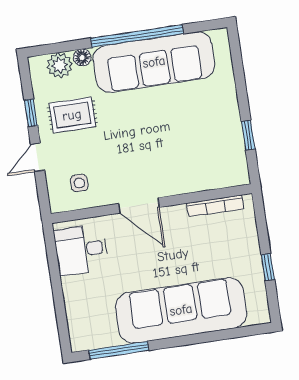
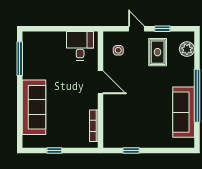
floor lamp: (82, 58) -> (189, 63), removed
sofa: (154, 62) -> (184, 112), width x0.74, depth x0.79
door: (139, 205) -> (100, 82), swing flipped
sofa: (181, 310) -> (34, 107), width x0.74, depth x0.79

